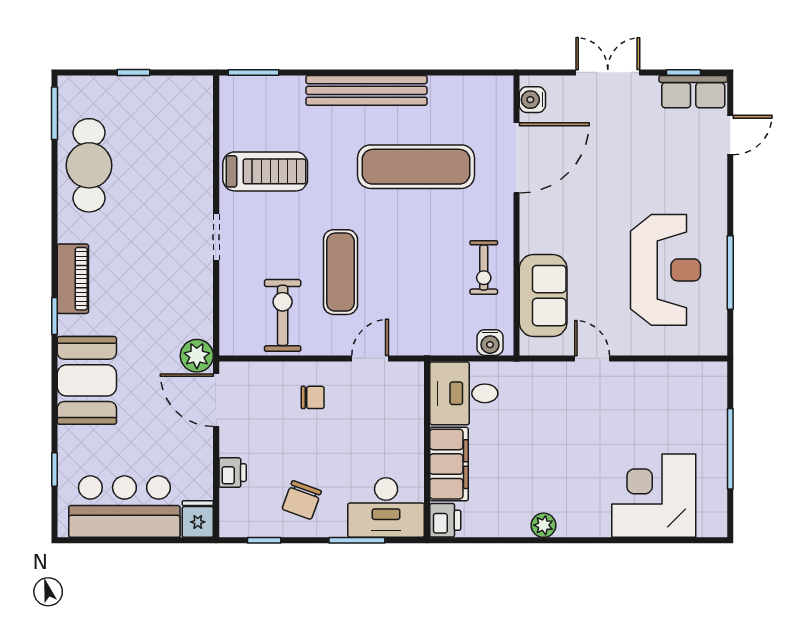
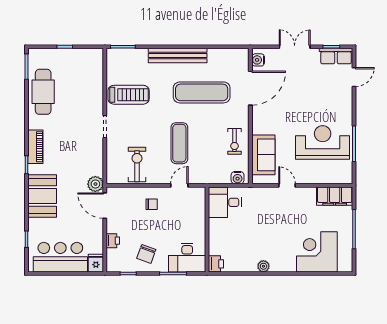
reception desk: (666, 270) -> (323, 142), turned -90
exercise mat: (340, 272) -> (179, 143), moved
filing cabinet: (449, 464) -> (335, 196), moved, turned 90

